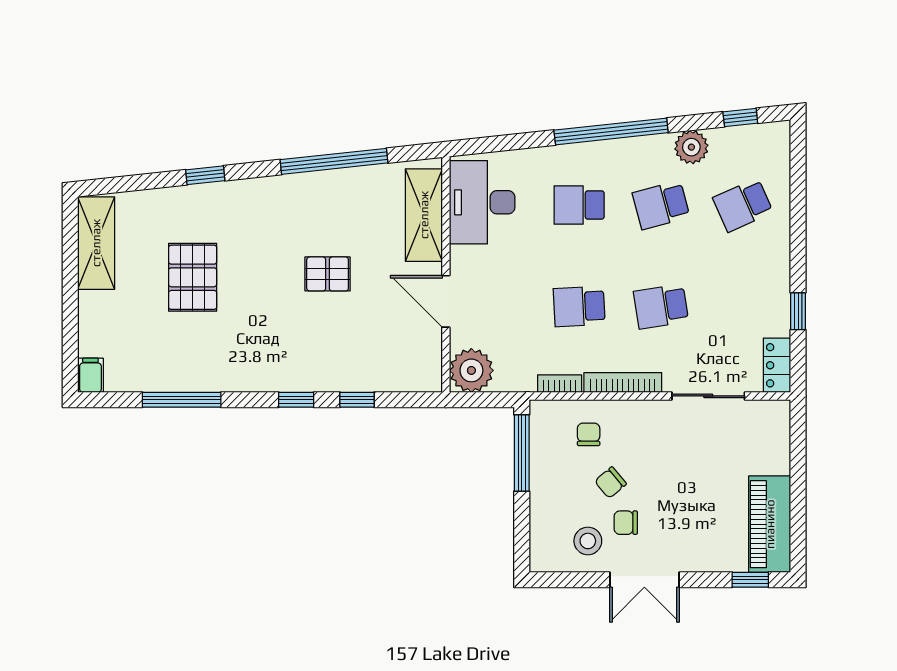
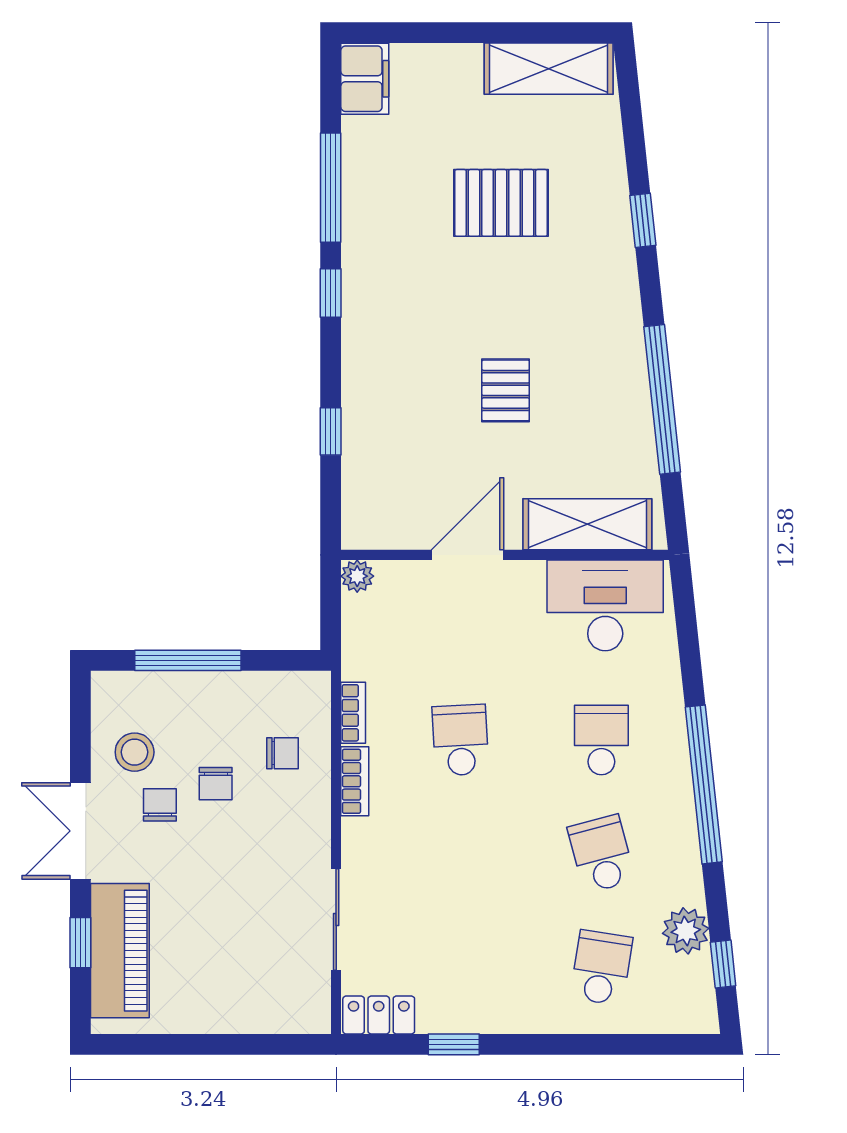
plant: (691, 147) -> (686, 931), moved
school desk: (743, 205) -> (601, 968), turned 33
school desk: (661, 306) -> (460, 854), removed
plant: (471, 370) -> (357, 576), width x0.53, depth x0.53
filing cabinet: (90, 375) -> (365, 79), width x2.00
bookcase: (623, 382) -> (355, 781), width x0.64
window: (296, 400) -> (331, 293), moved
window: (522, 453) -> (188, 660), moved
chair: (611, 483) -> (216, 784), turned -140
piano: (770, 524) -> (120, 951), moved, turned 90
window: (750, 580) -> (80, 943), moved

